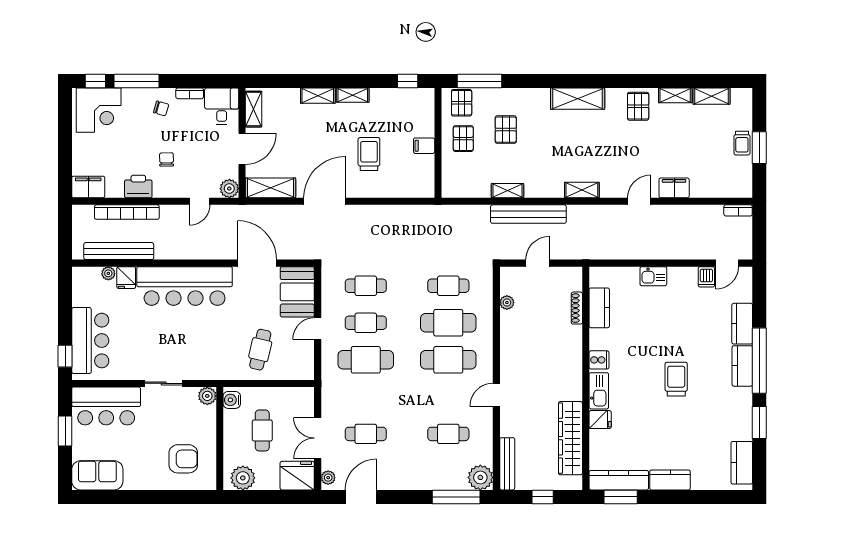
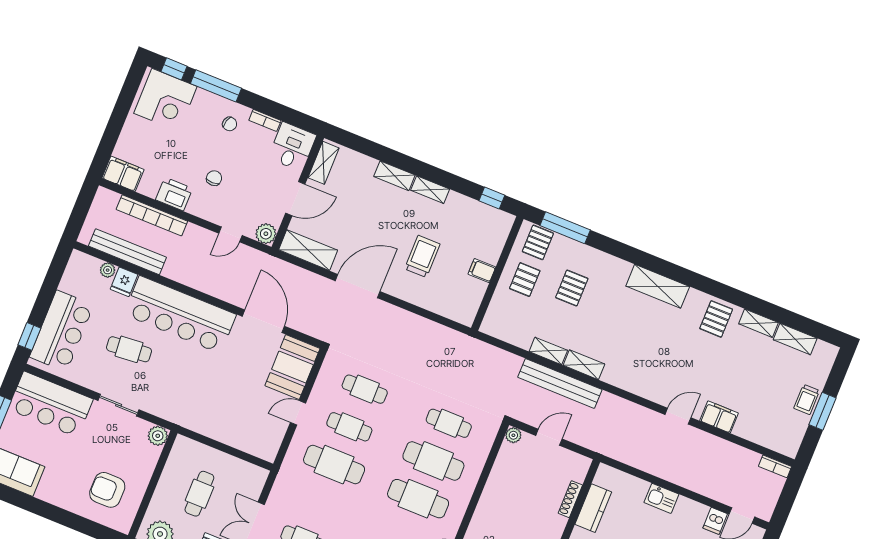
shelving: (582, 190) -> (584, 365), moved
plant: (507, 303) -> (513, 435), moved
cafe table: (260, 350) -> (129, 349), moved, turned 72
water cooler: (232, 400) -> (181, 450), removed
armchair: (183, 459) -> (107, 490), turned 180

